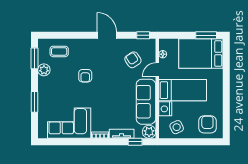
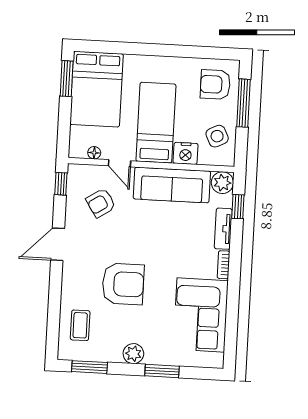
plant: (44, 70) -> (133, 354), moved
armchair: (85, 76) -> (123, 284), width x1.88, depth x1.88
window: (197, 142) -> (244, 103), added

